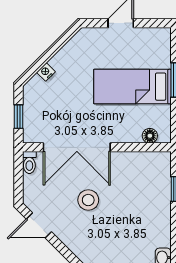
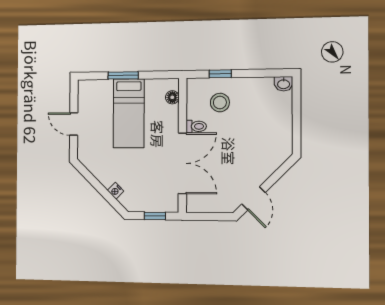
toilet: (29, 163) -> (196, 126), moved
stool: (88, 200) -> (220, 103), moved

